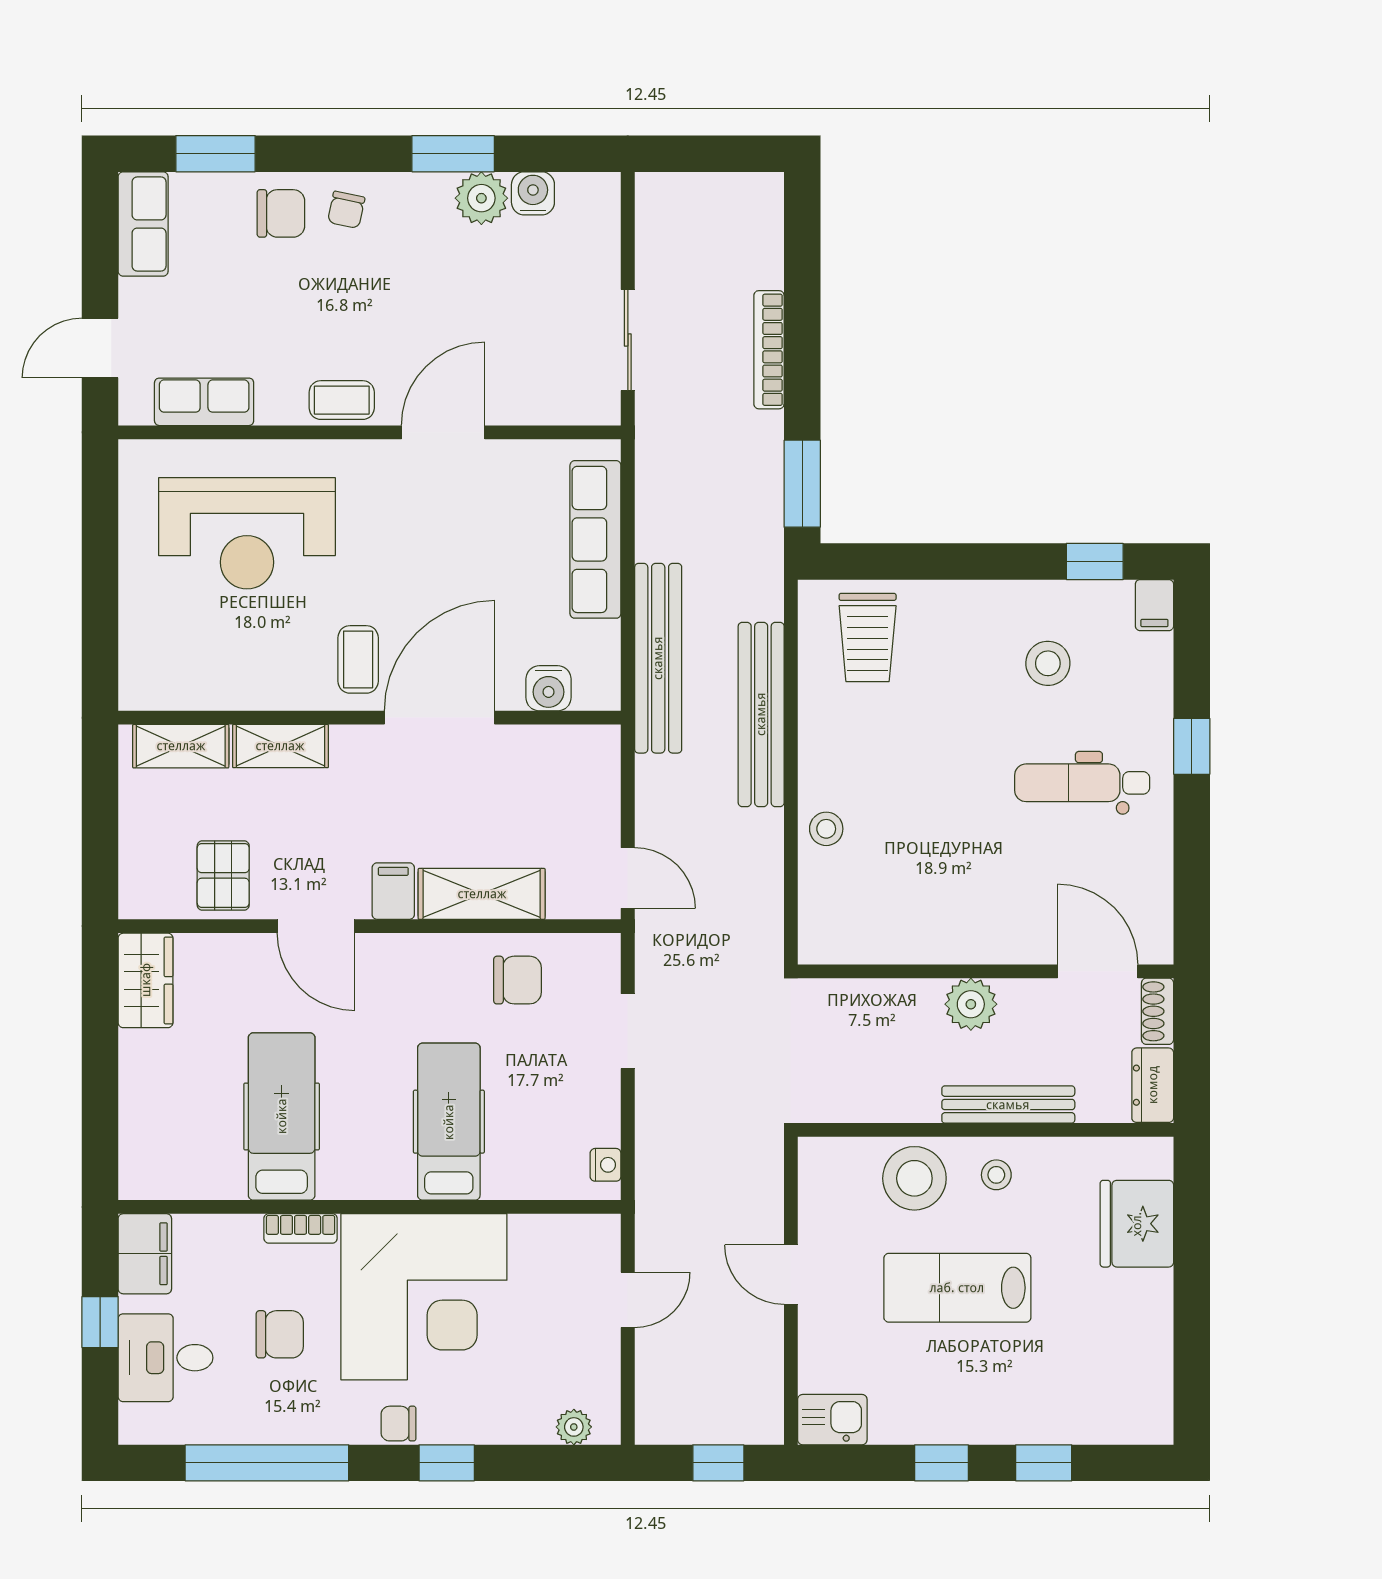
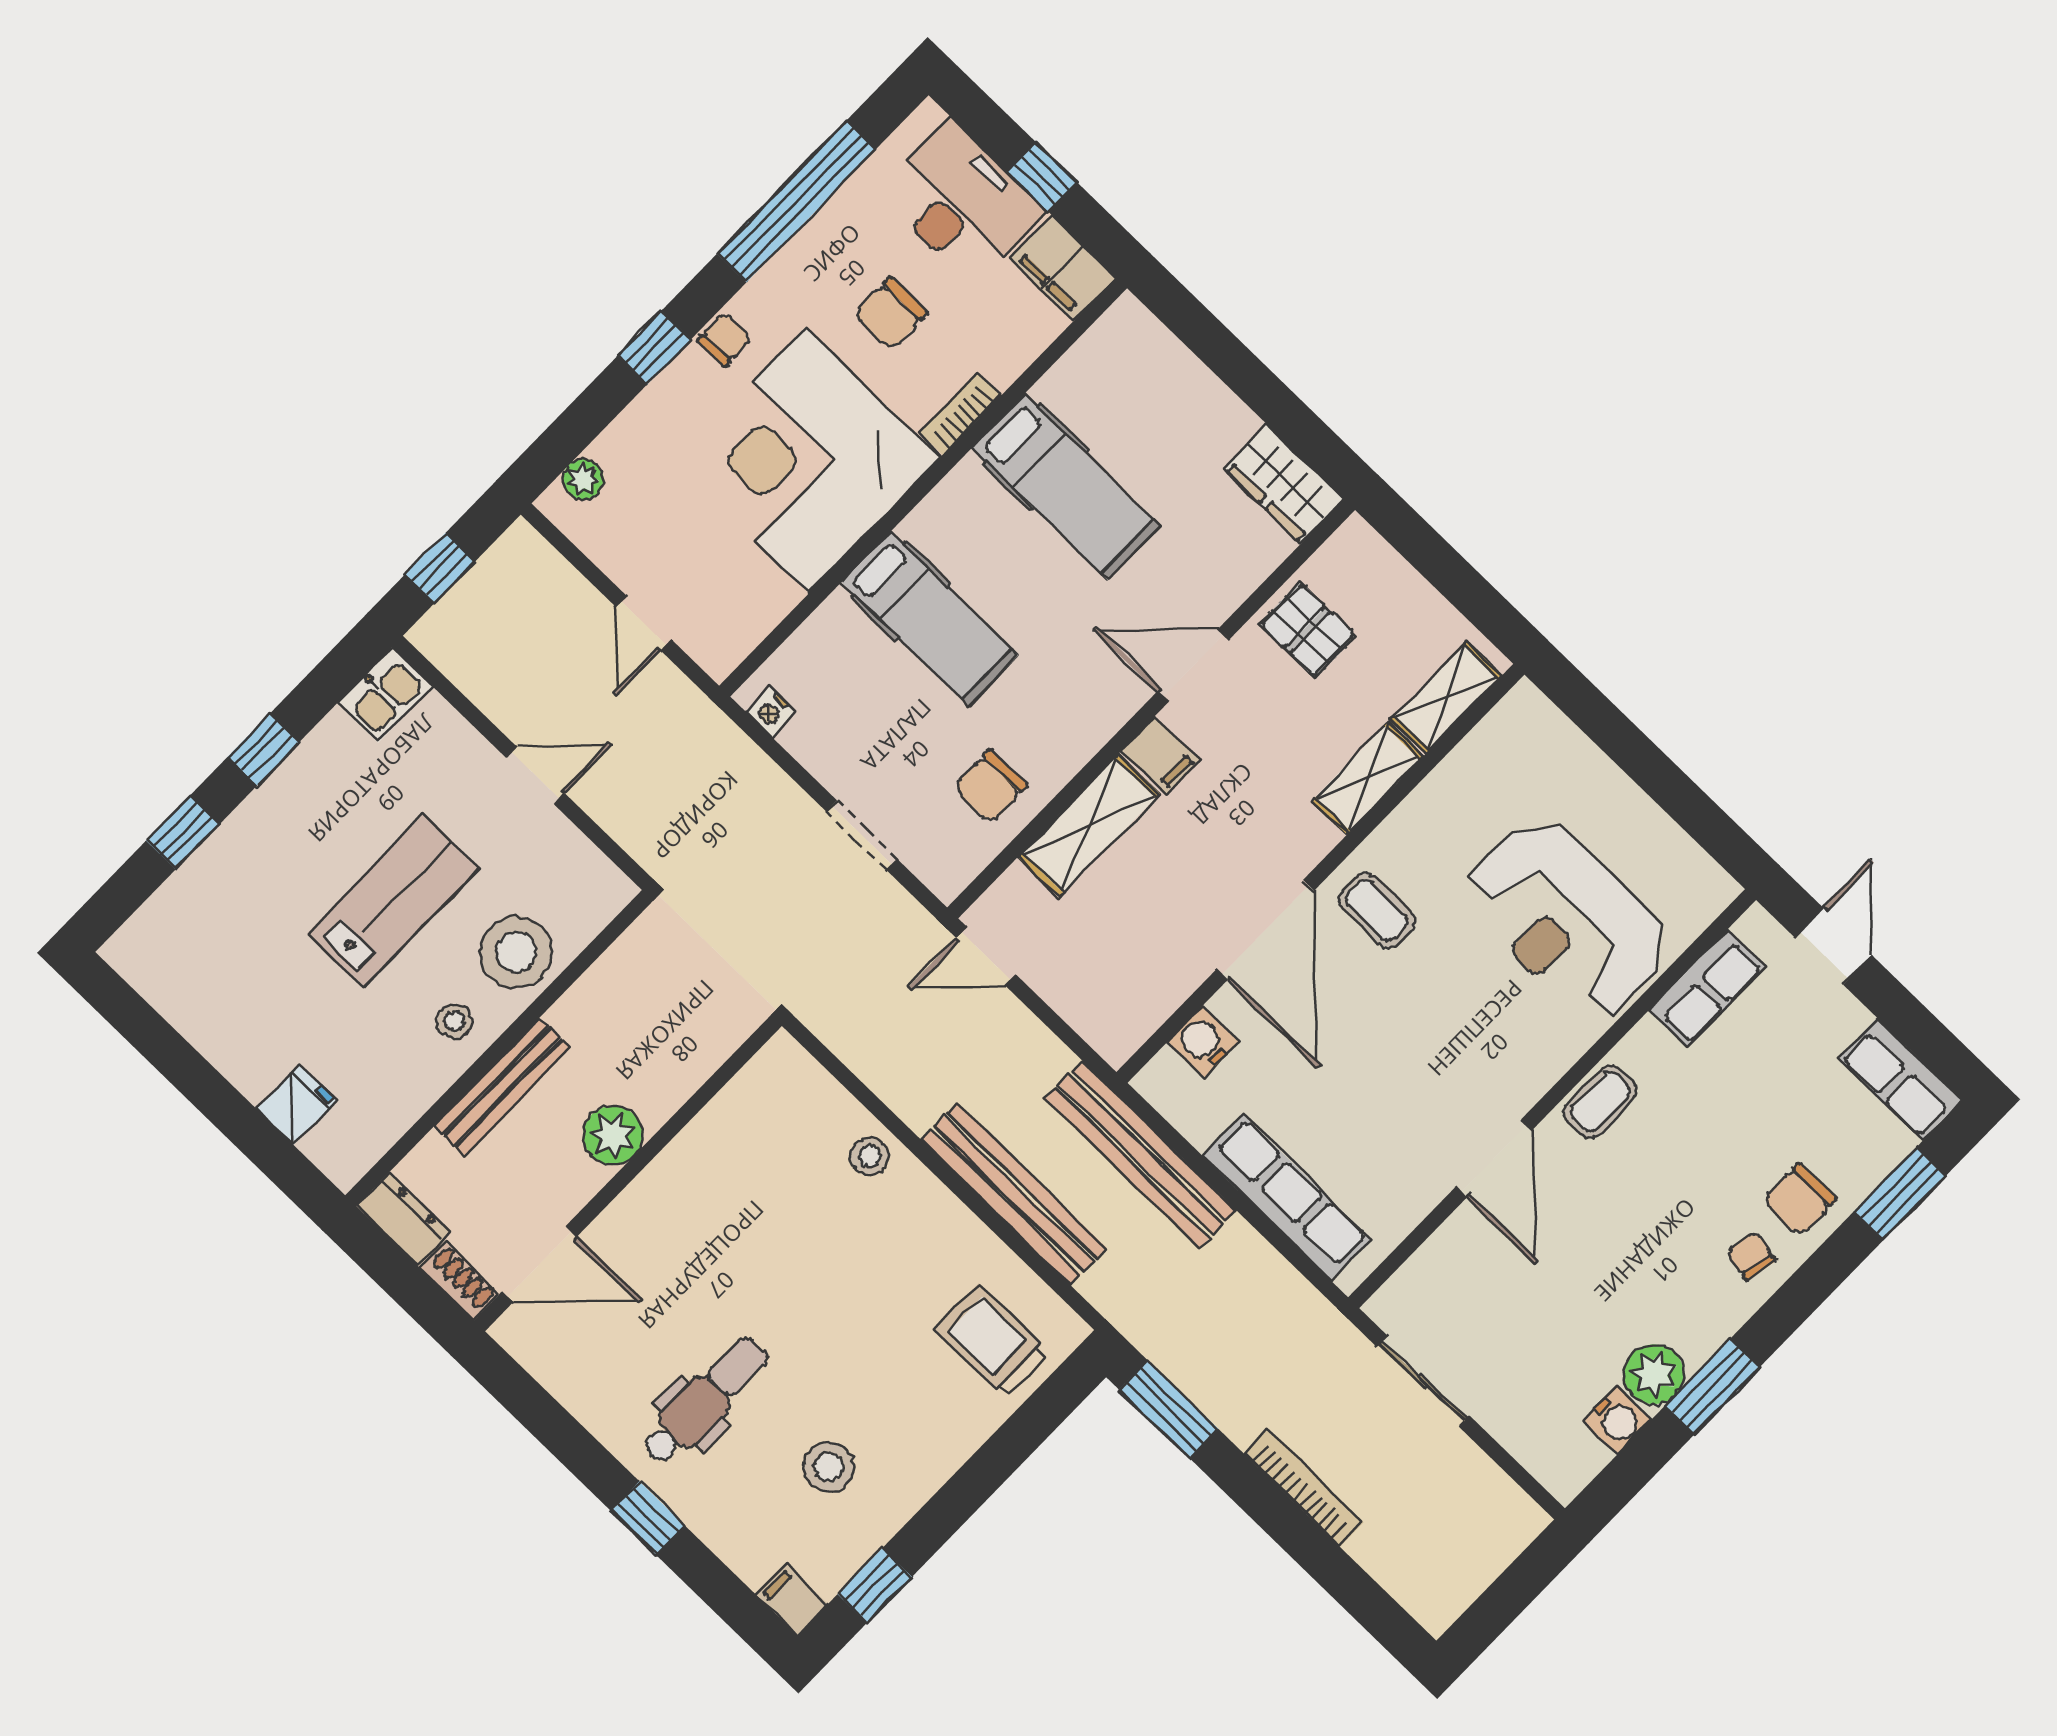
reception desk: (247, 533) -> (1567, 919), turned -90
fridge: (1137, 1224) -> (296, 1104), width x0.53, depth x0.75
desk: (166, 1358) -> (962, 202), width x1.37

